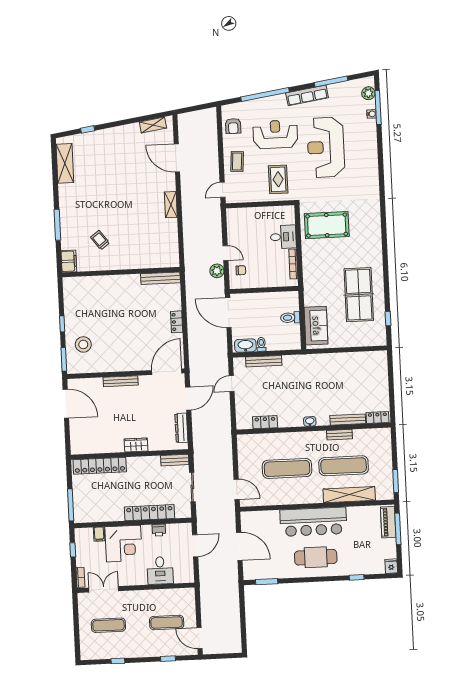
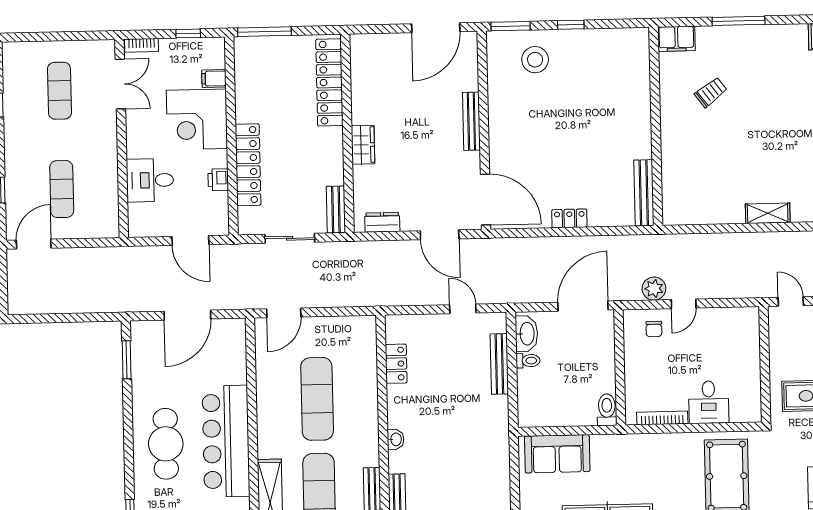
toilet: (290, 318) -> (607, 410), moved
dresser: (181, 428) -> (382, 222), width x0.70

